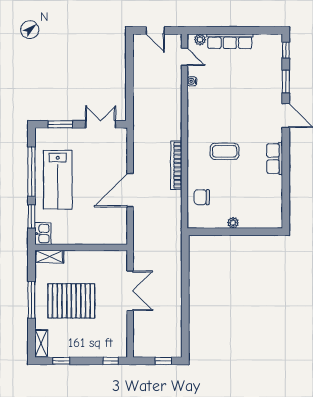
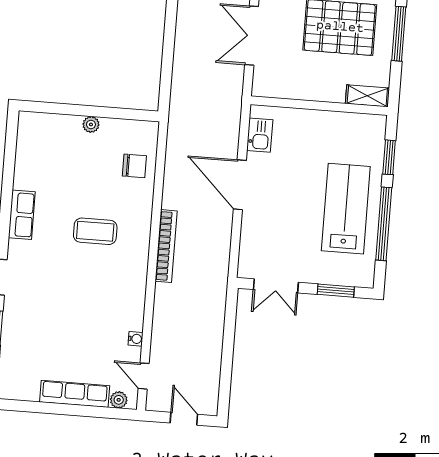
bookcase: (176, 165) -> (166, 246), moved
door: (130, 190) -> (240, 185), swing flipped
kitchen sink: (43, 234) -> (260, 135), moved, turned 180

